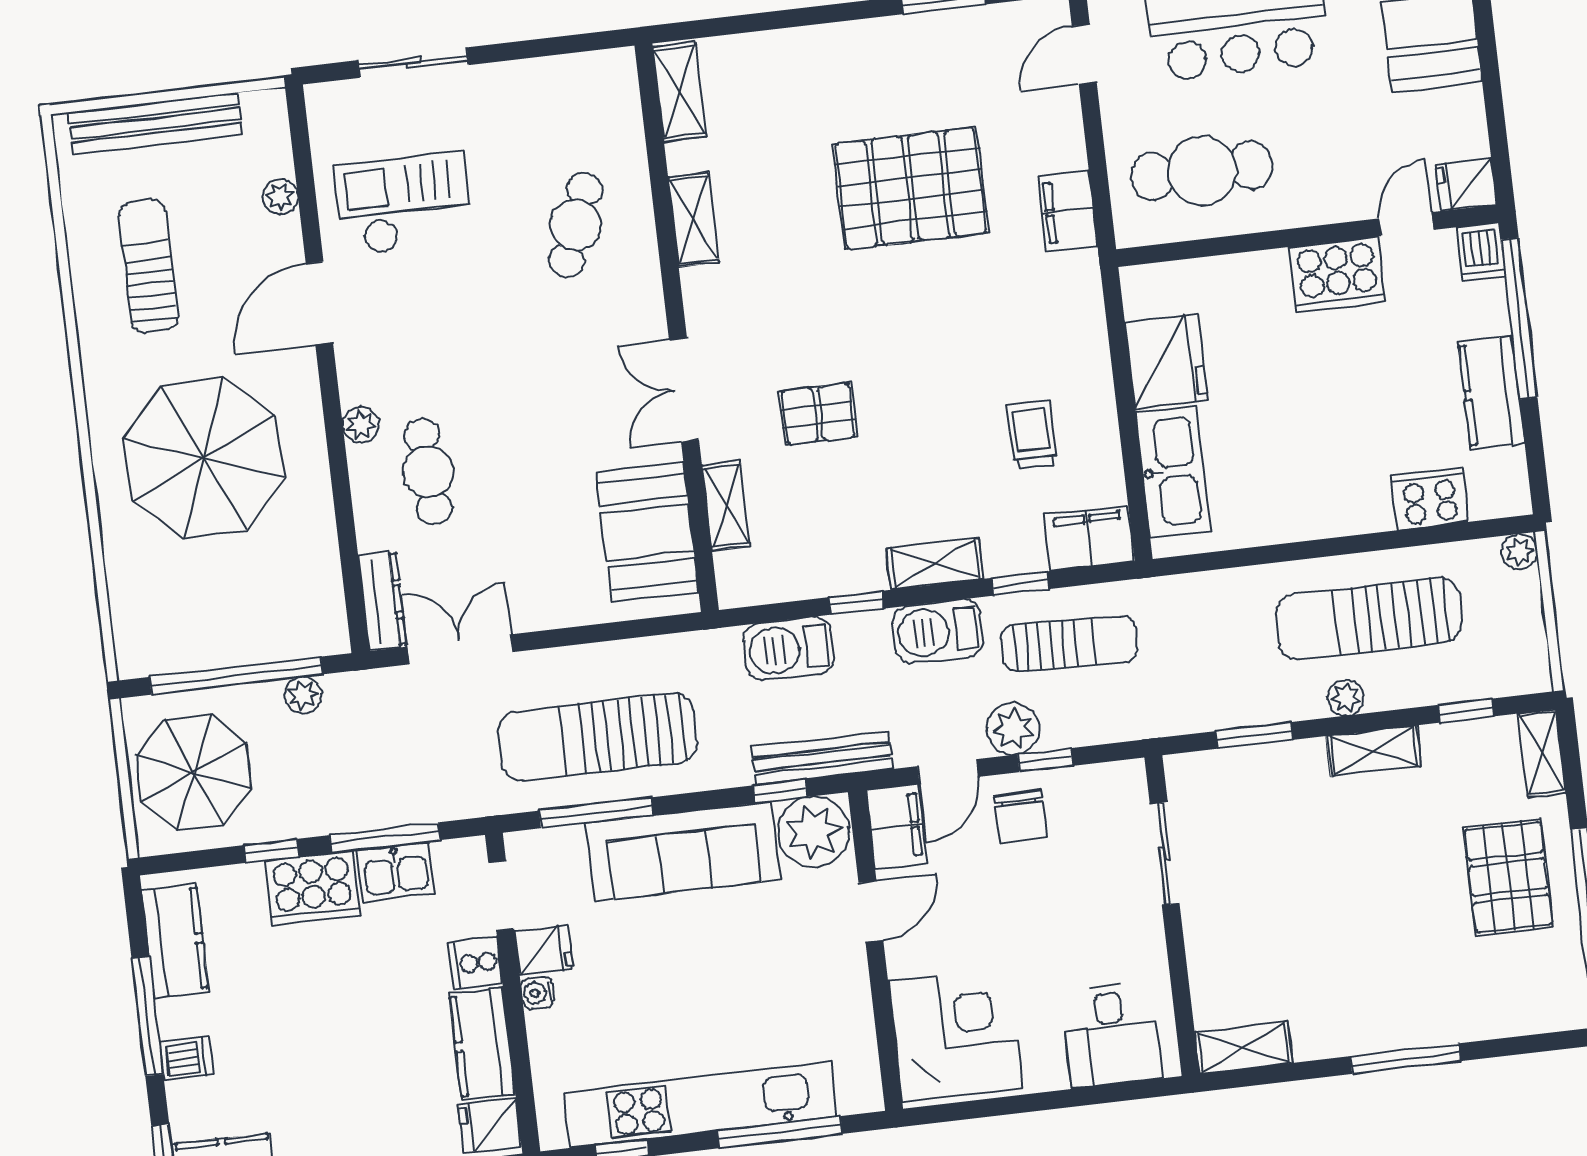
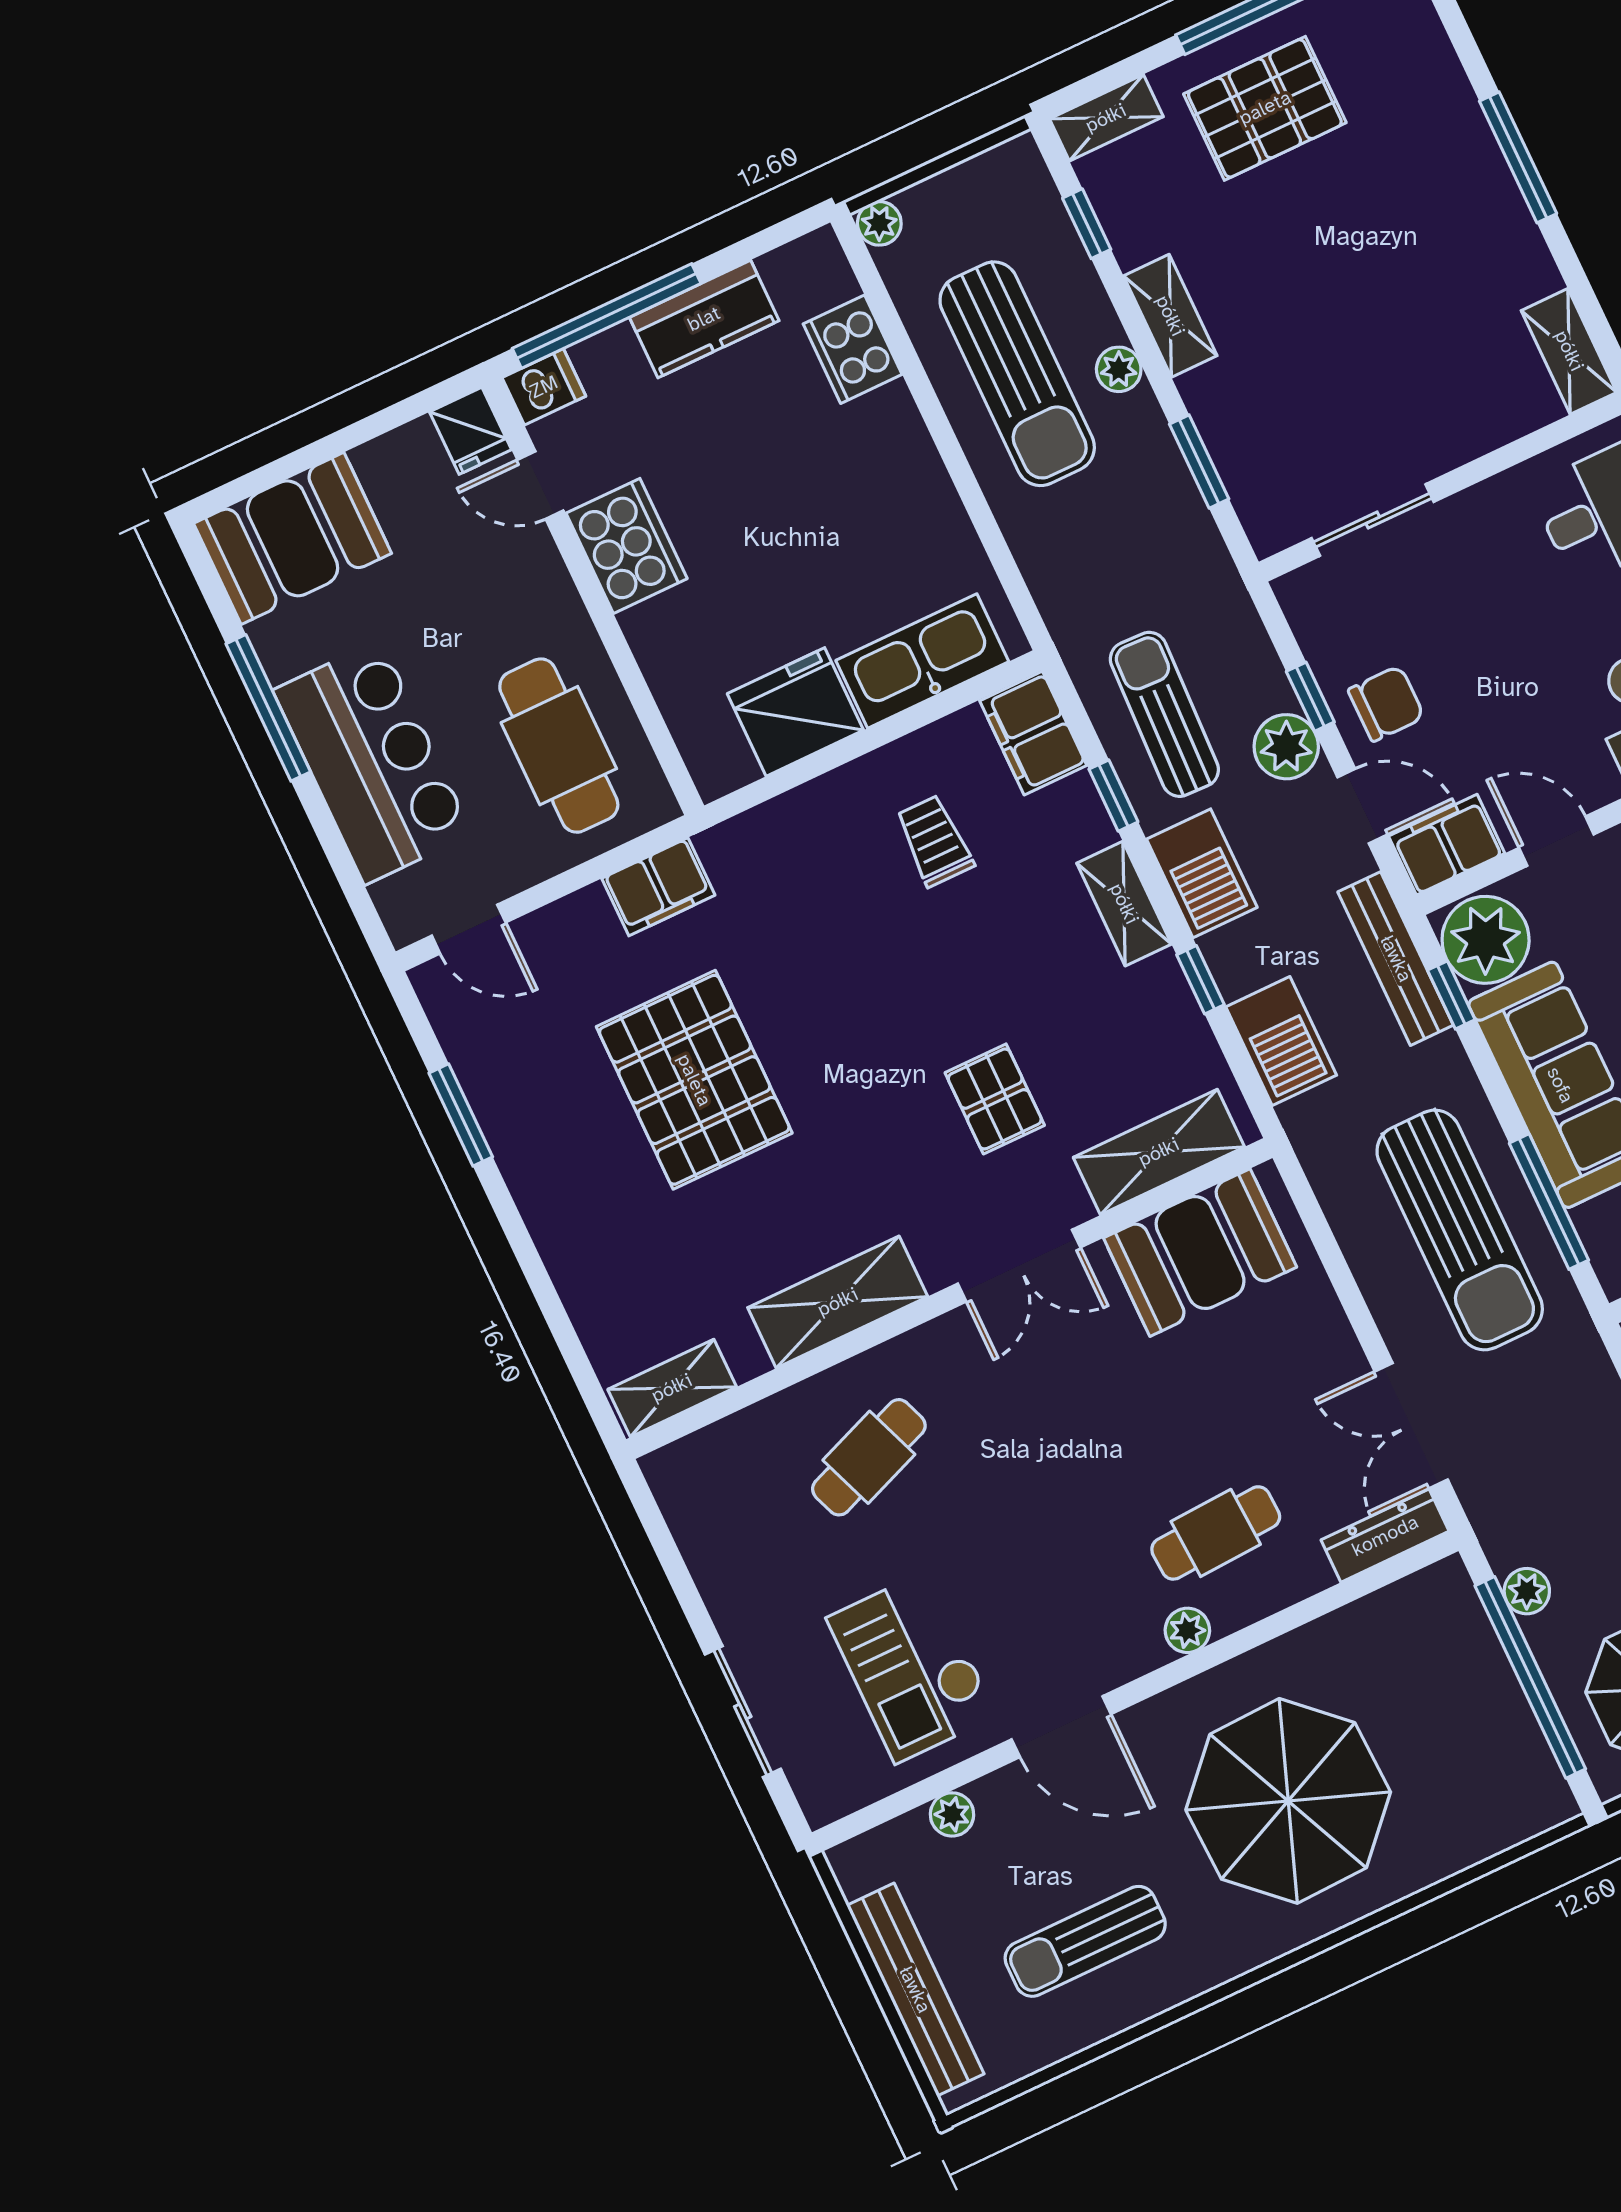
shelving: (693, 219) -> (838, 1302), width x1.50, depth x1.33
cafe table: (576, 225) -> (869, 1457), turned -42
trolley: (1032, 435) -> (935, 841), turned 90
shelving: (726, 506) -> (1159, 1152), width x1.50, depth x1.33

